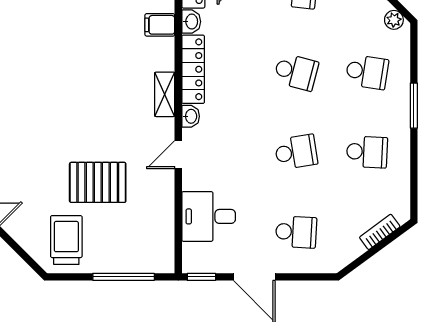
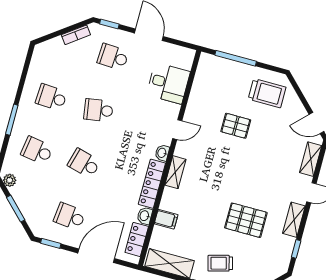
pallet: (48, 54) -> (246, 220), added
pallet: (98, 182) -> (236, 126), width x0.67, depth x0.71
bookcase: (380, 232) -> (76, 35), moved
trolley: (66, 240) -> (267, 93), turned -90
window: (201, 277) -> (109, 24), moved

